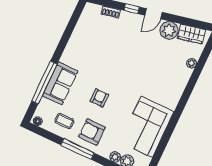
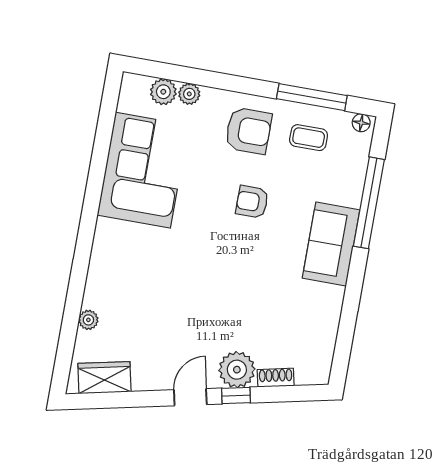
plant: (169, 30) -> (237, 370), moved
sofa: (60, 83) -> (331, 244), moved
armchair: (99, 98) -> (252, 202), turned 90
window: (78, 149) -> (312, 97), moved

